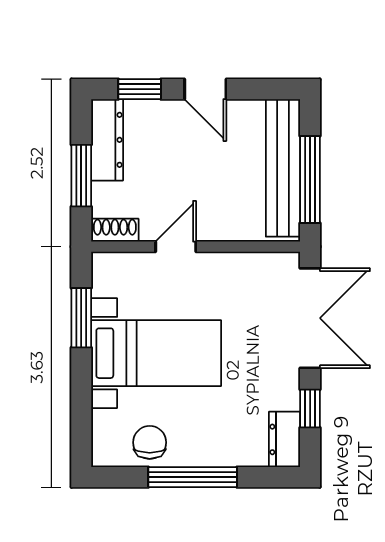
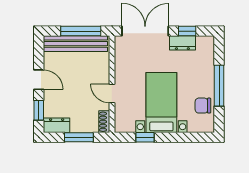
door: (205, 89) -> (39, 80), hinge flipped
dresser: (107, 140) -> (57, 125), width x0.70
window: (81, 318) -> (145, 137), width x0.67
dresser: (284, 439) -> (182, 43), moved

